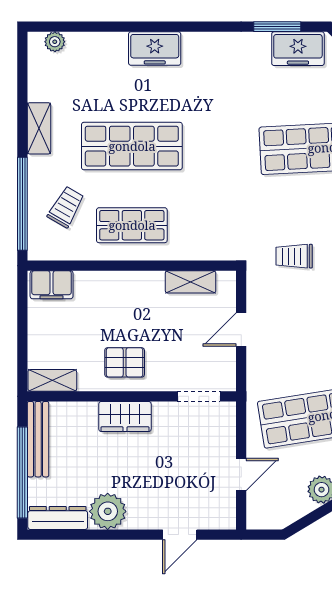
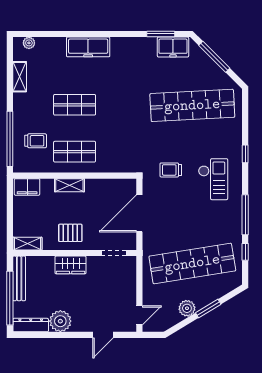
freezer: (155, 49) -> (88, 47), width x1.40
shelving: (39, 128) -> (20, 77), moved
shop shelf: (132, 146) -> (75, 105), width x0.70, depth x0.74
trolley: (66, 207) -> (36, 141), turned 60
shelving: (191, 282) -> (69, 185), moved
door: (241, 330) -> (139, 213), width x1.88
door: (241, 474) -> (139, 315), moved

